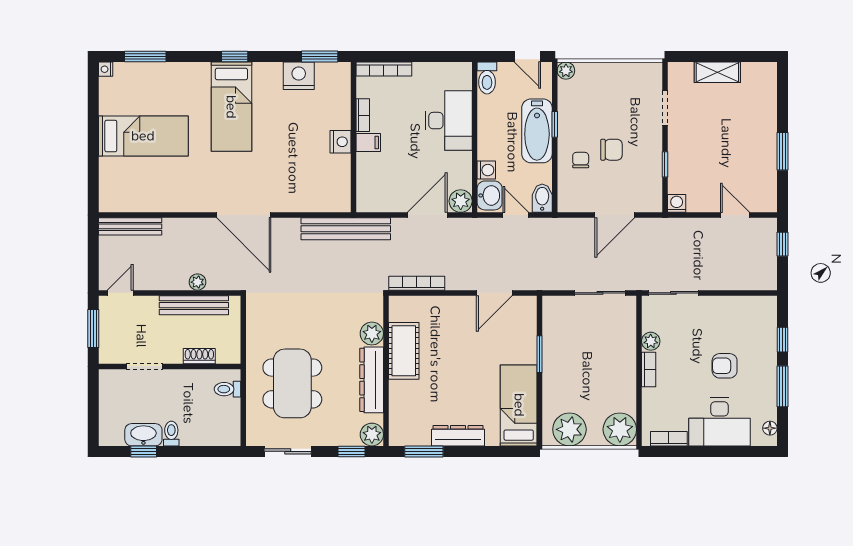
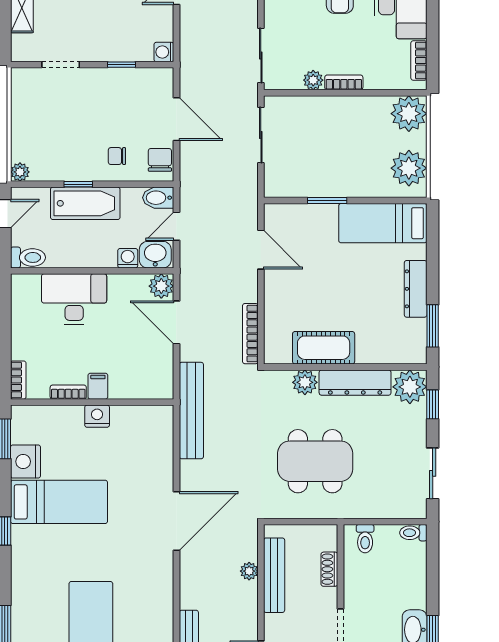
bookcase: (384, 69) -> (18, 380), width x0.64
bed: (231, 107) -> (59, 502), moved
chair: (611, 150) -> (160, 160), moved
dining table: (292, 383) -> (315, 461), moved
toilet: (171, 434) -> (413, 533), moved
plant: (372, 435) -> (410, 387), width x1.36, depth x1.36

